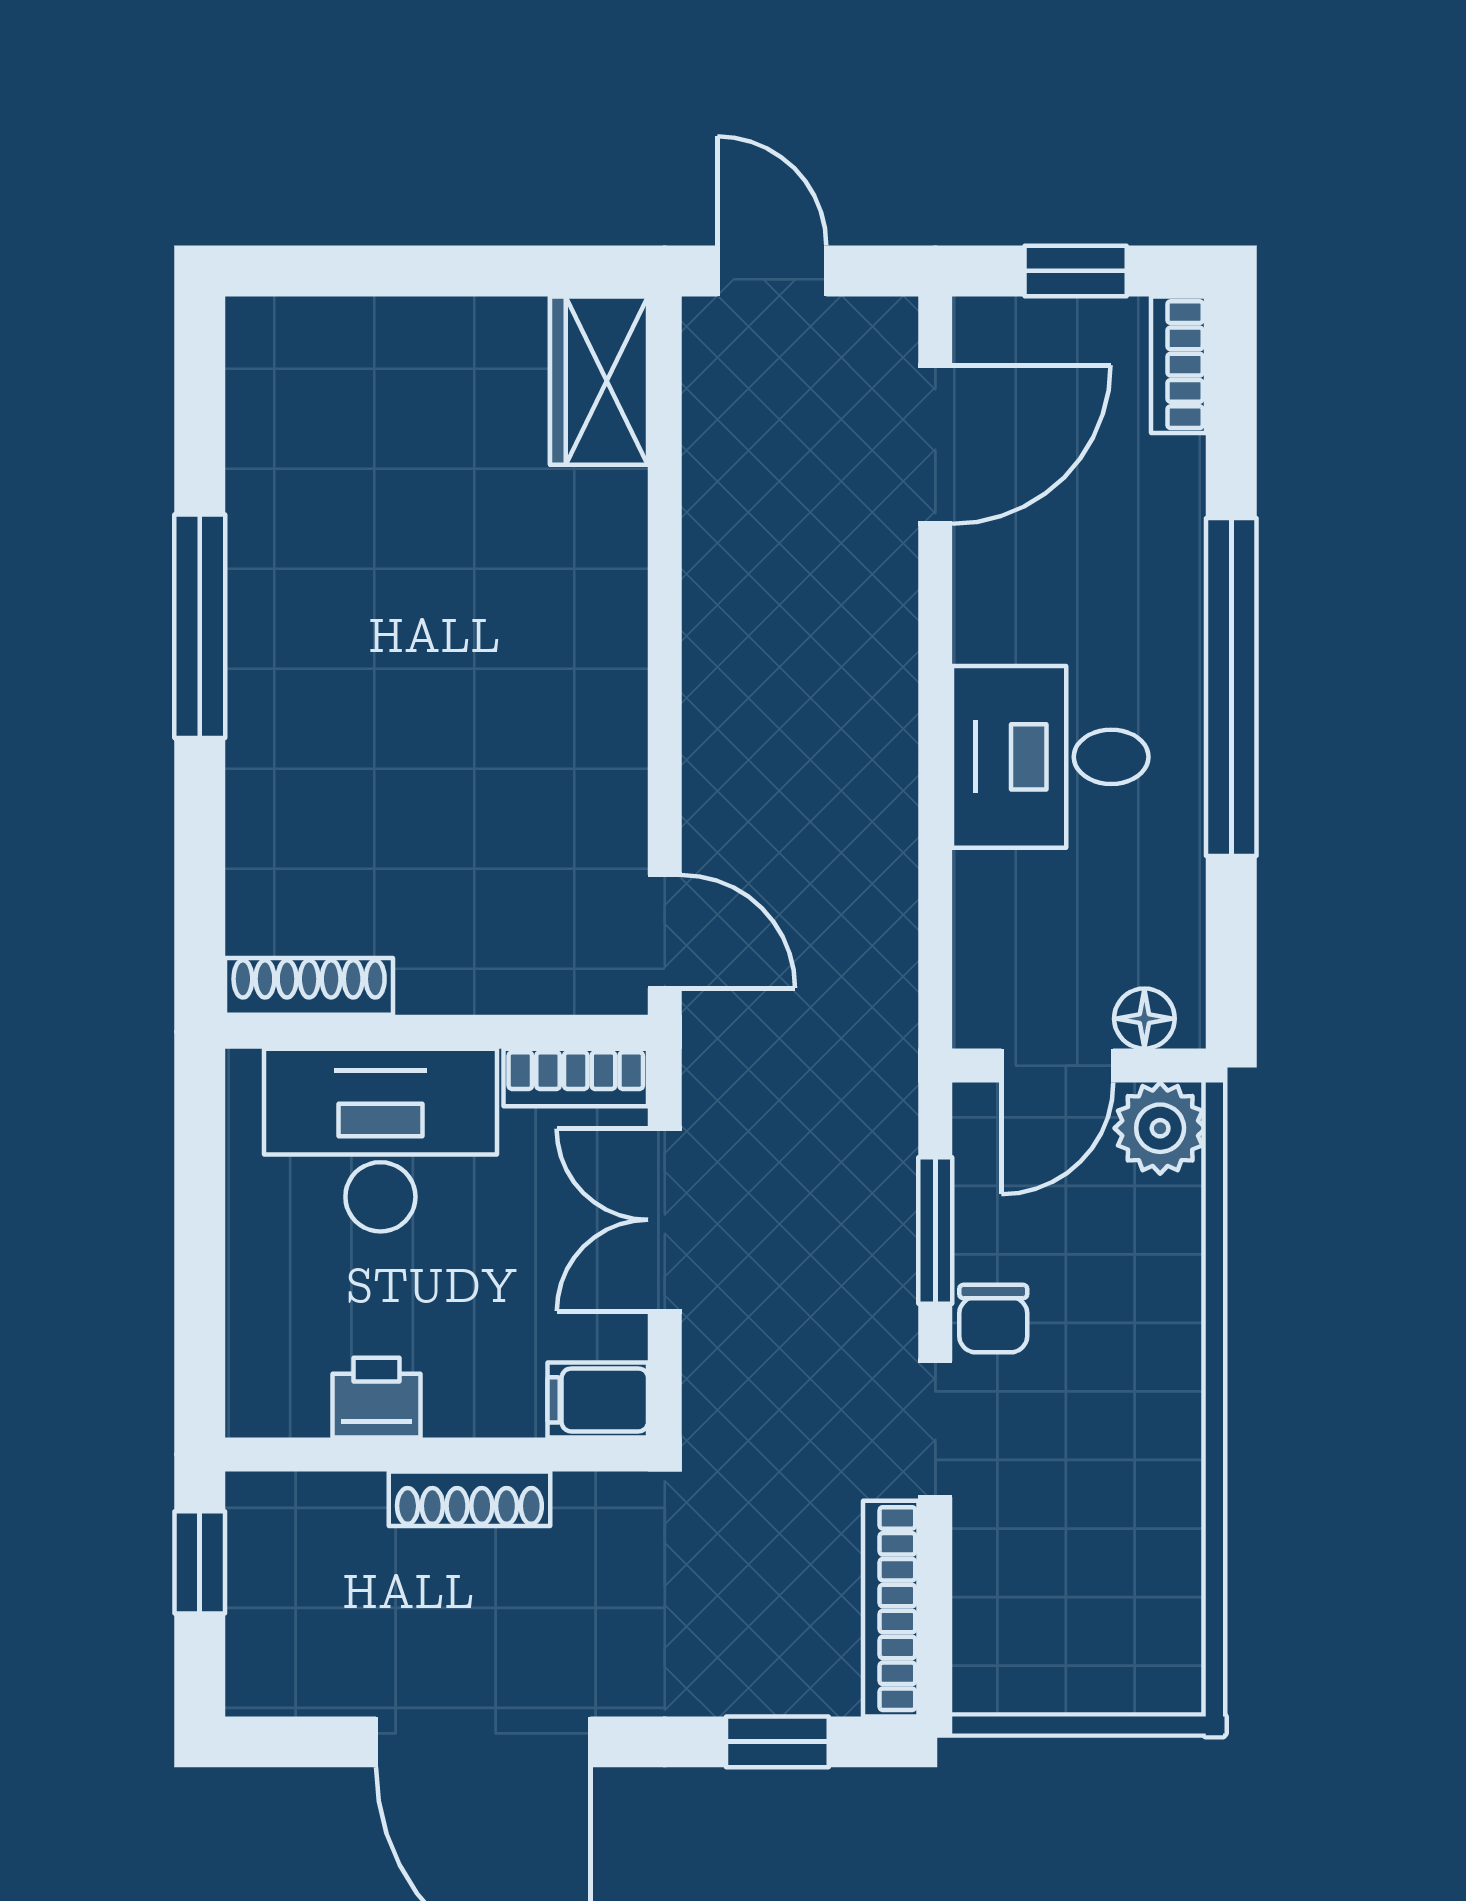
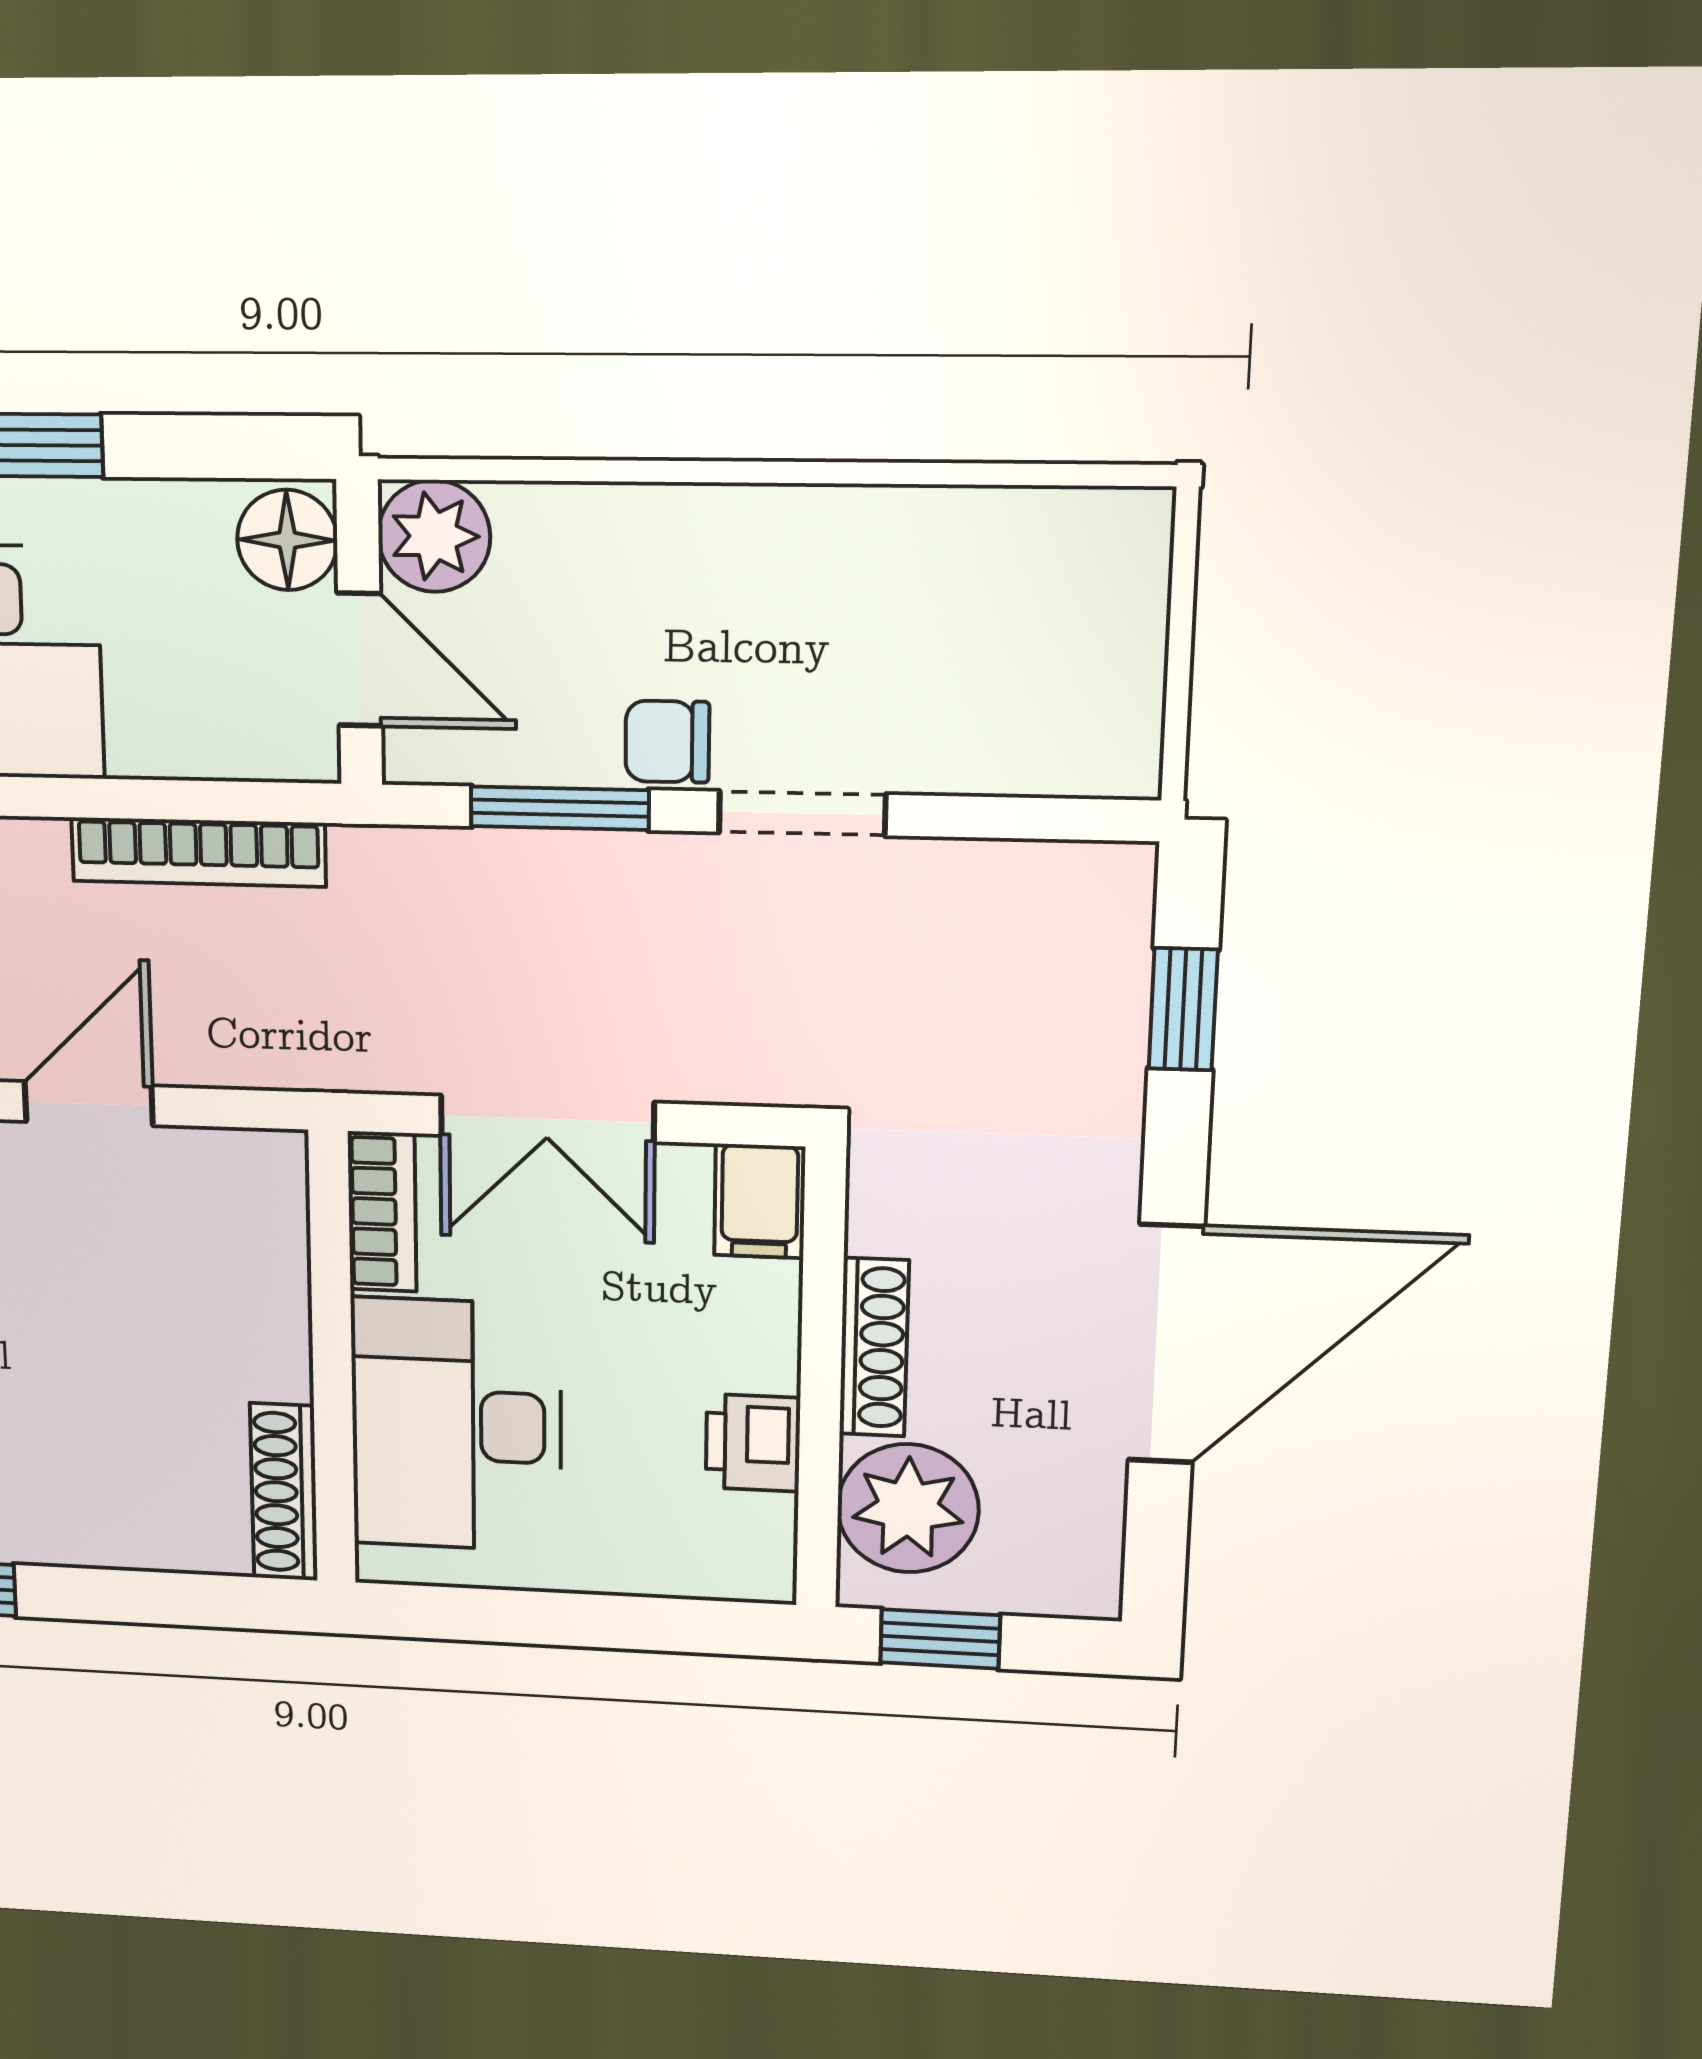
door: (665, 931) -> (89, 1104), moved
floor lamp: (1144, 1019) -> (287, 540), width x1.37, depth x1.37
chair: (993, 1319) -> (667, 742), turned 180
plant: (322, 1531) -> (908, 1508), added
bookcase: (891, 1609) -> (198, 852), moved

